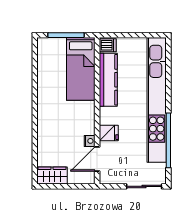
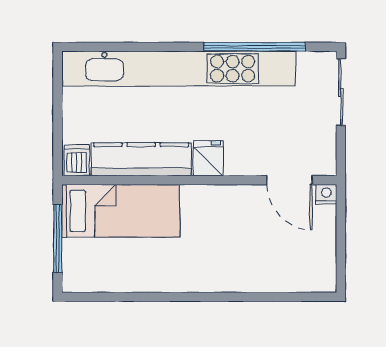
fridge: (109, 133) -> (208, 158), moved
nightstand: (90, 141) -> (326, 194), moved
wardrobe: (52, 176) -> (320, 264), removed

